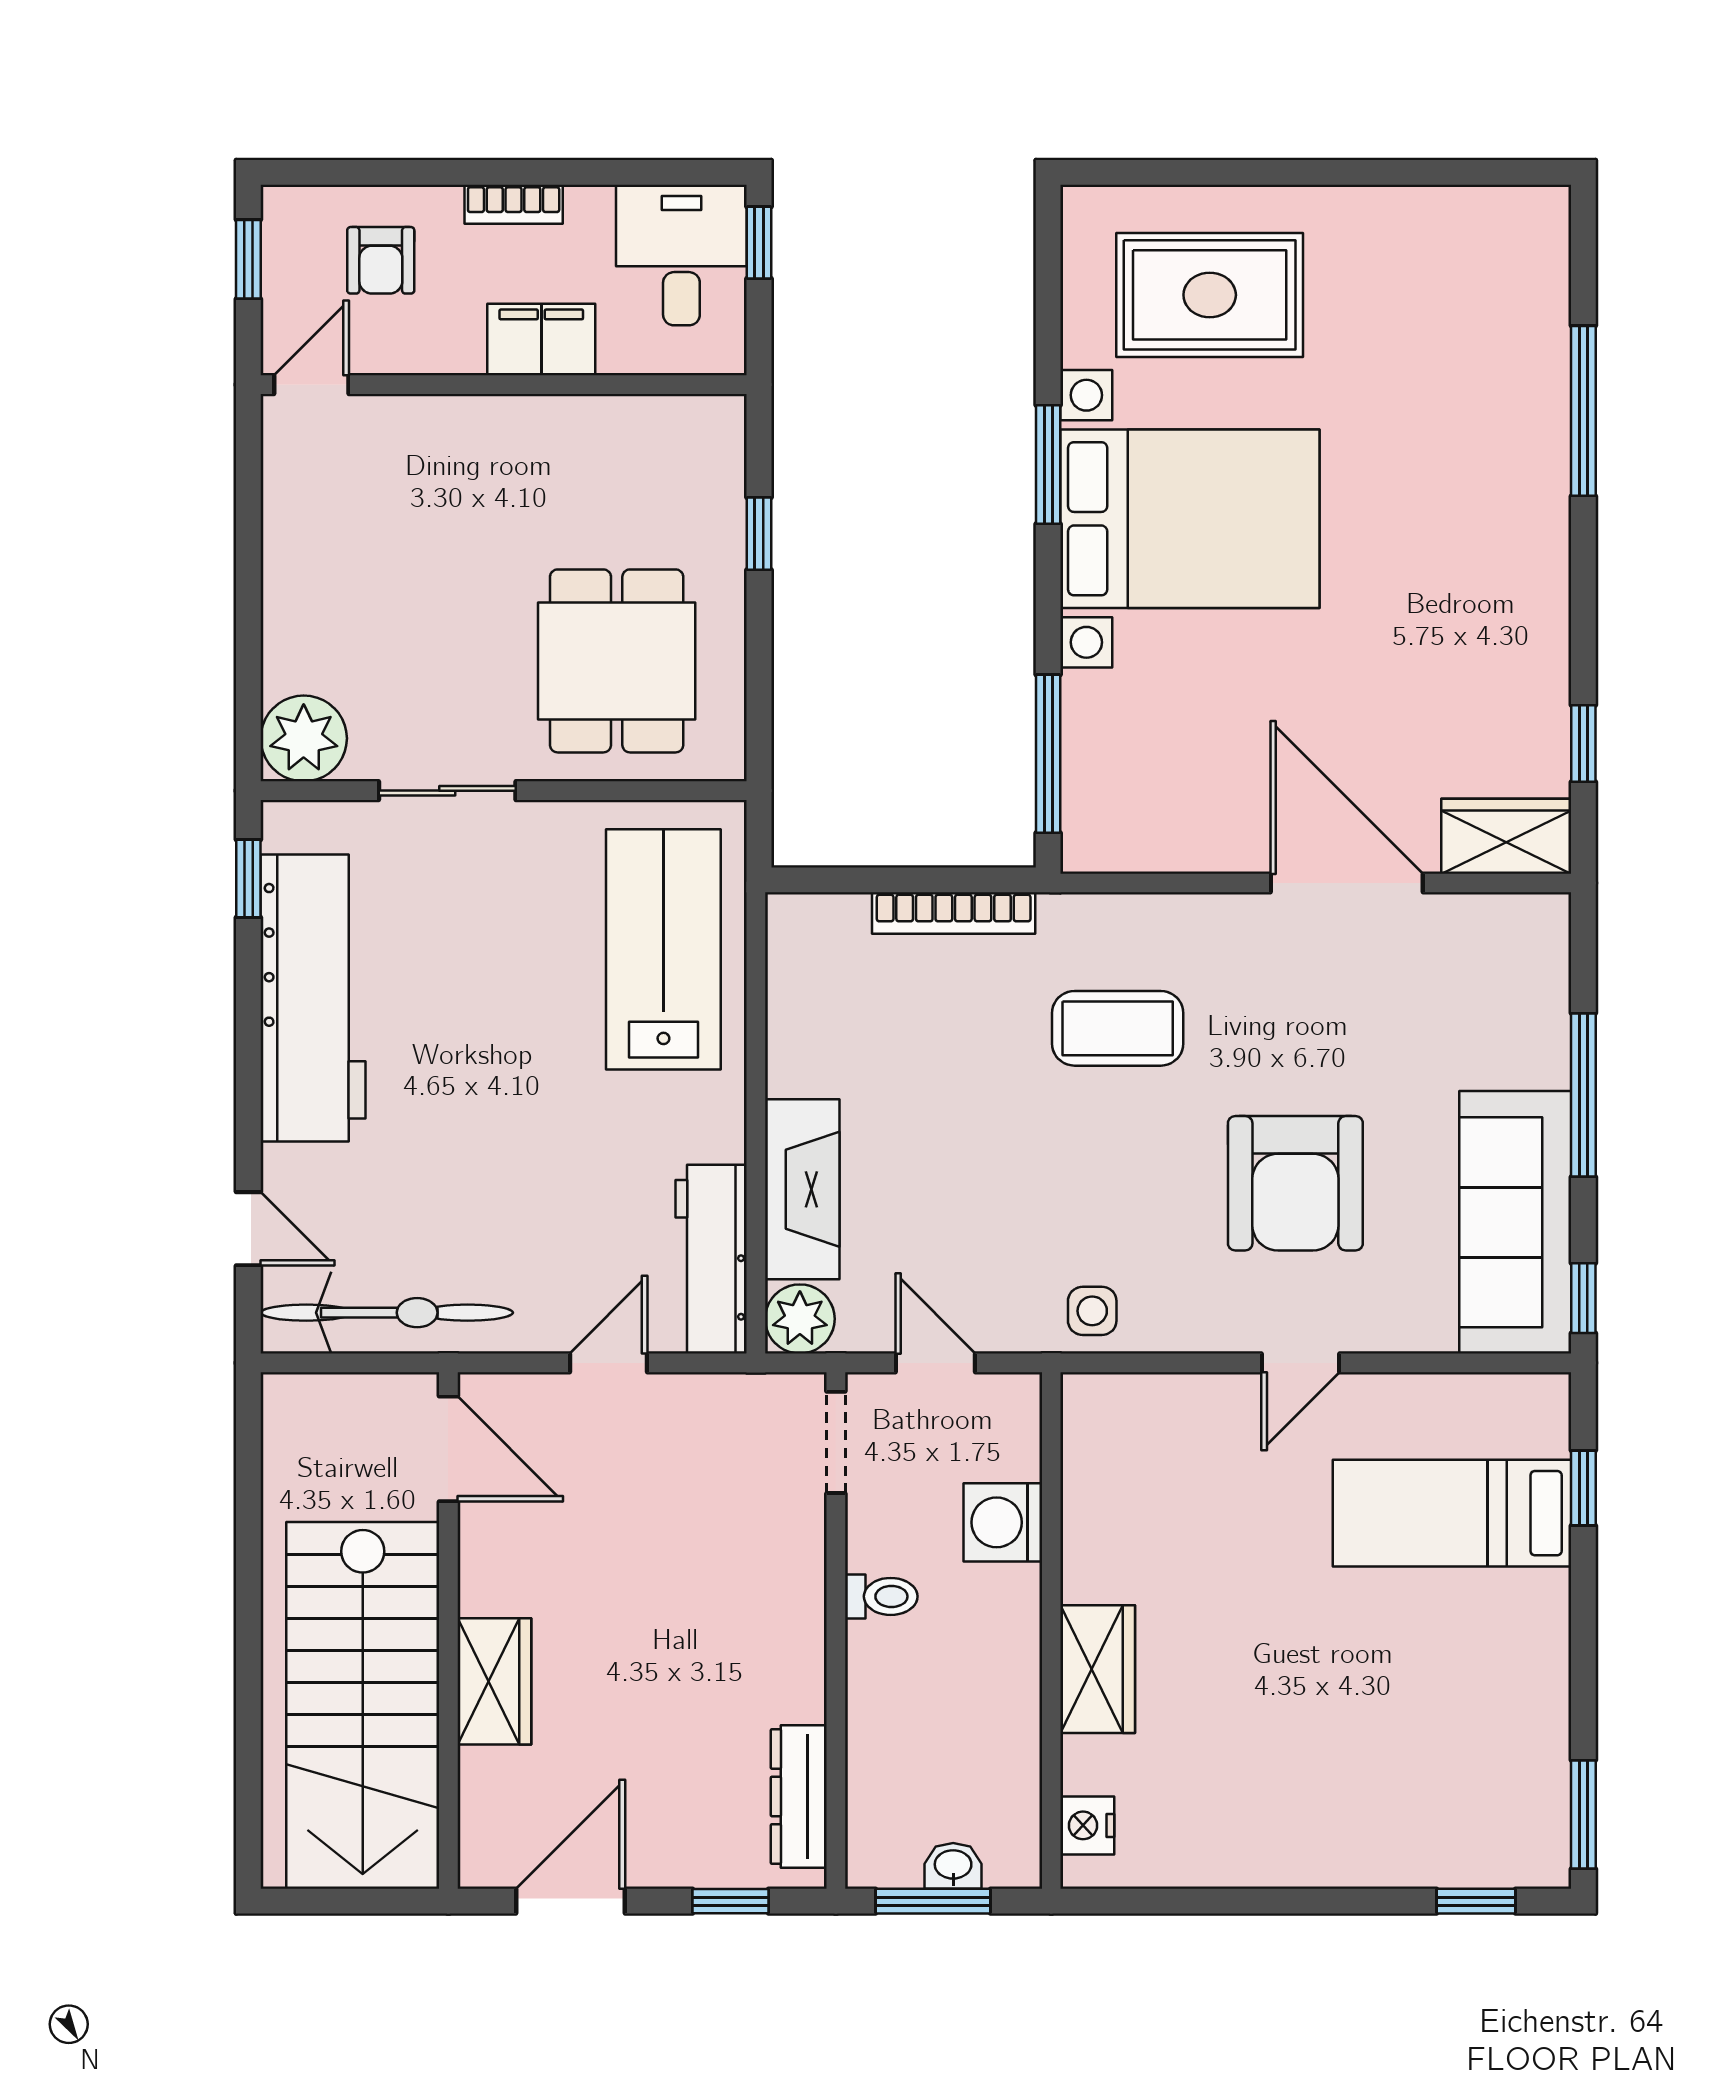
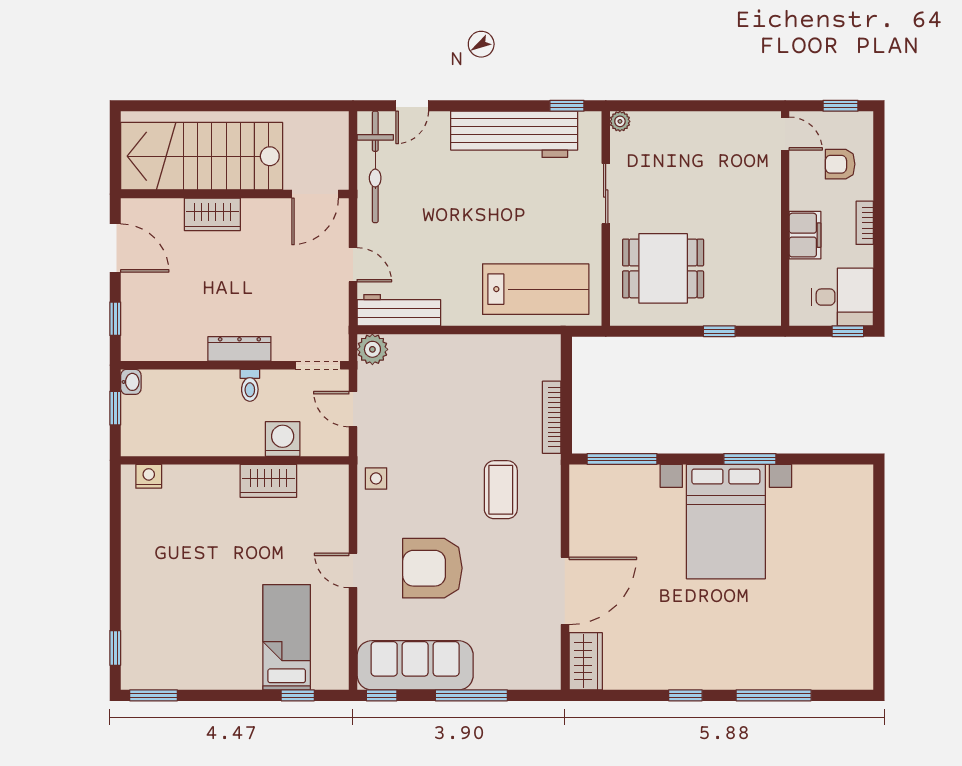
rug: (1210, 295) -> (825, 530), removed
plant: (304, 738) -> (620, 121), width x0.53, depth x0.53
window: (1583, 743) -> (685, 695), moved
fireplace: (802, 1189) -> (430, 350), removed
door: (935, 1363) -> (353, 409), swing flipped
wardrobe: (1098, 1669) -> (268, 481), moved
dresser: (799, 1796) -> (239, 349), moved
washbasin: (953, 1866) -> (131, 382), moved
window: (933, 1901) -> (115, 408), width x0.67

